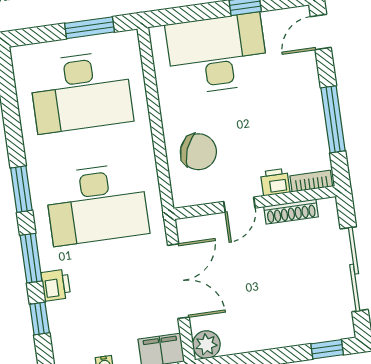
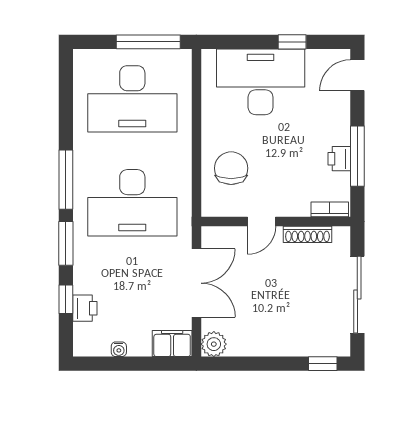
window: (90, 28) -> (148, 42), width x1.44
chair: (198, 152) -> (231, 168), turned -111
printer: (275, 182) -> (339, 159), moved, turned -90
window: (21, 189) -> (66, 180), width x1.44
printer: (56, 285) -> (85, 308), moved

